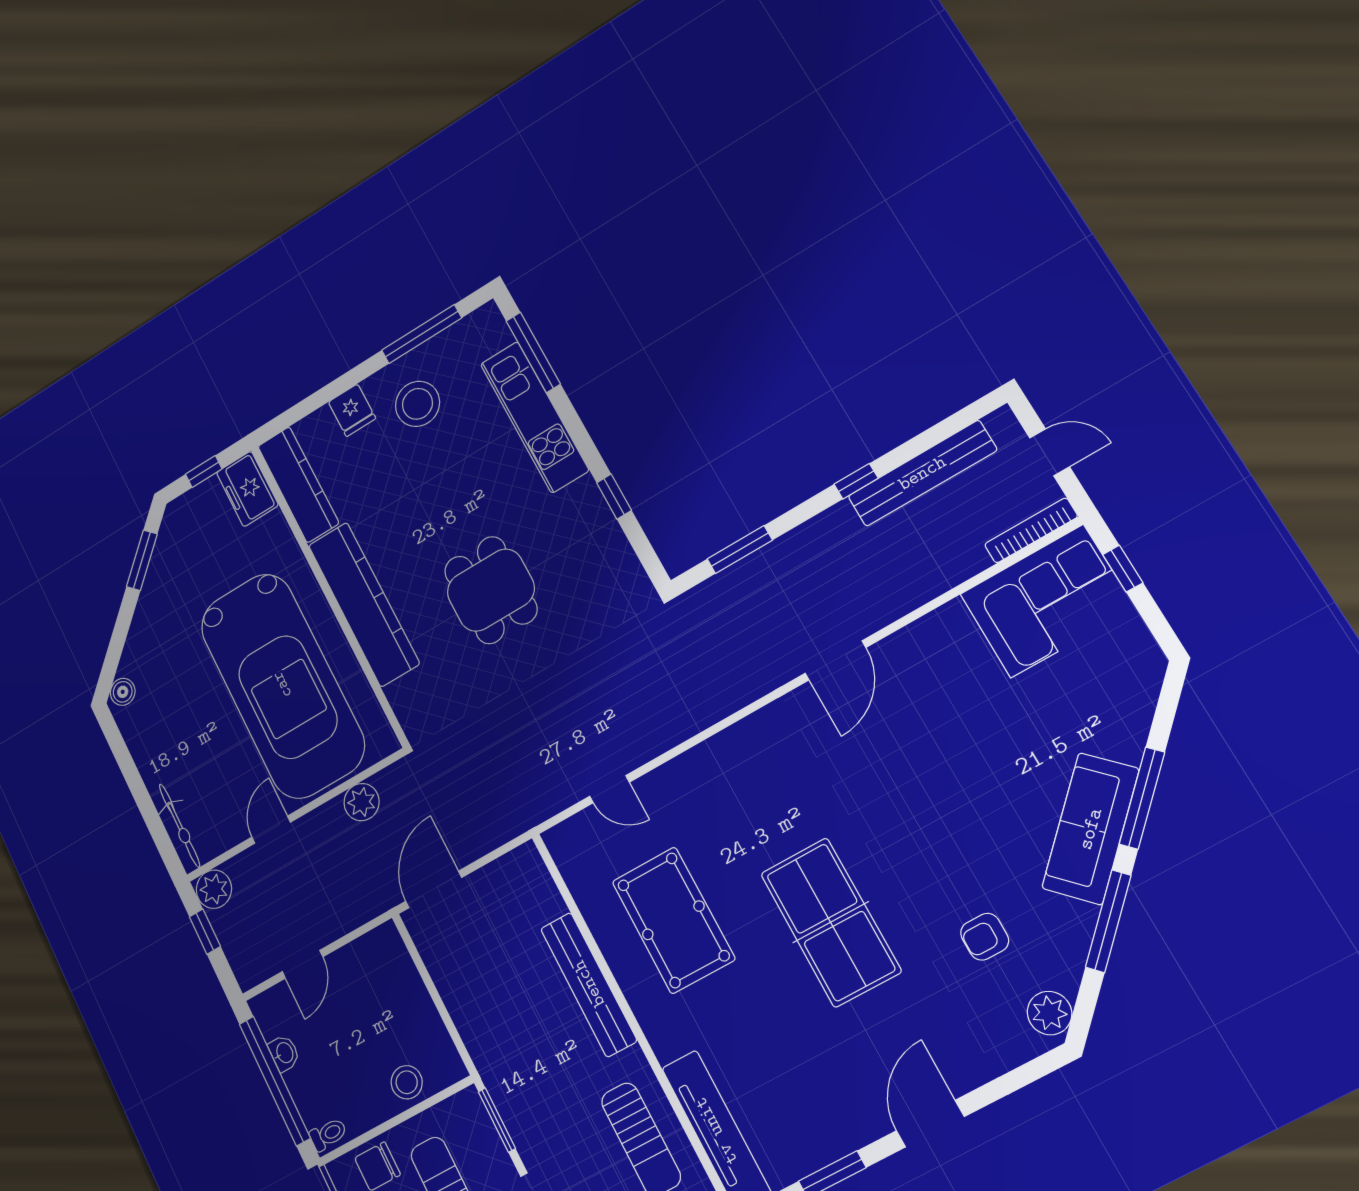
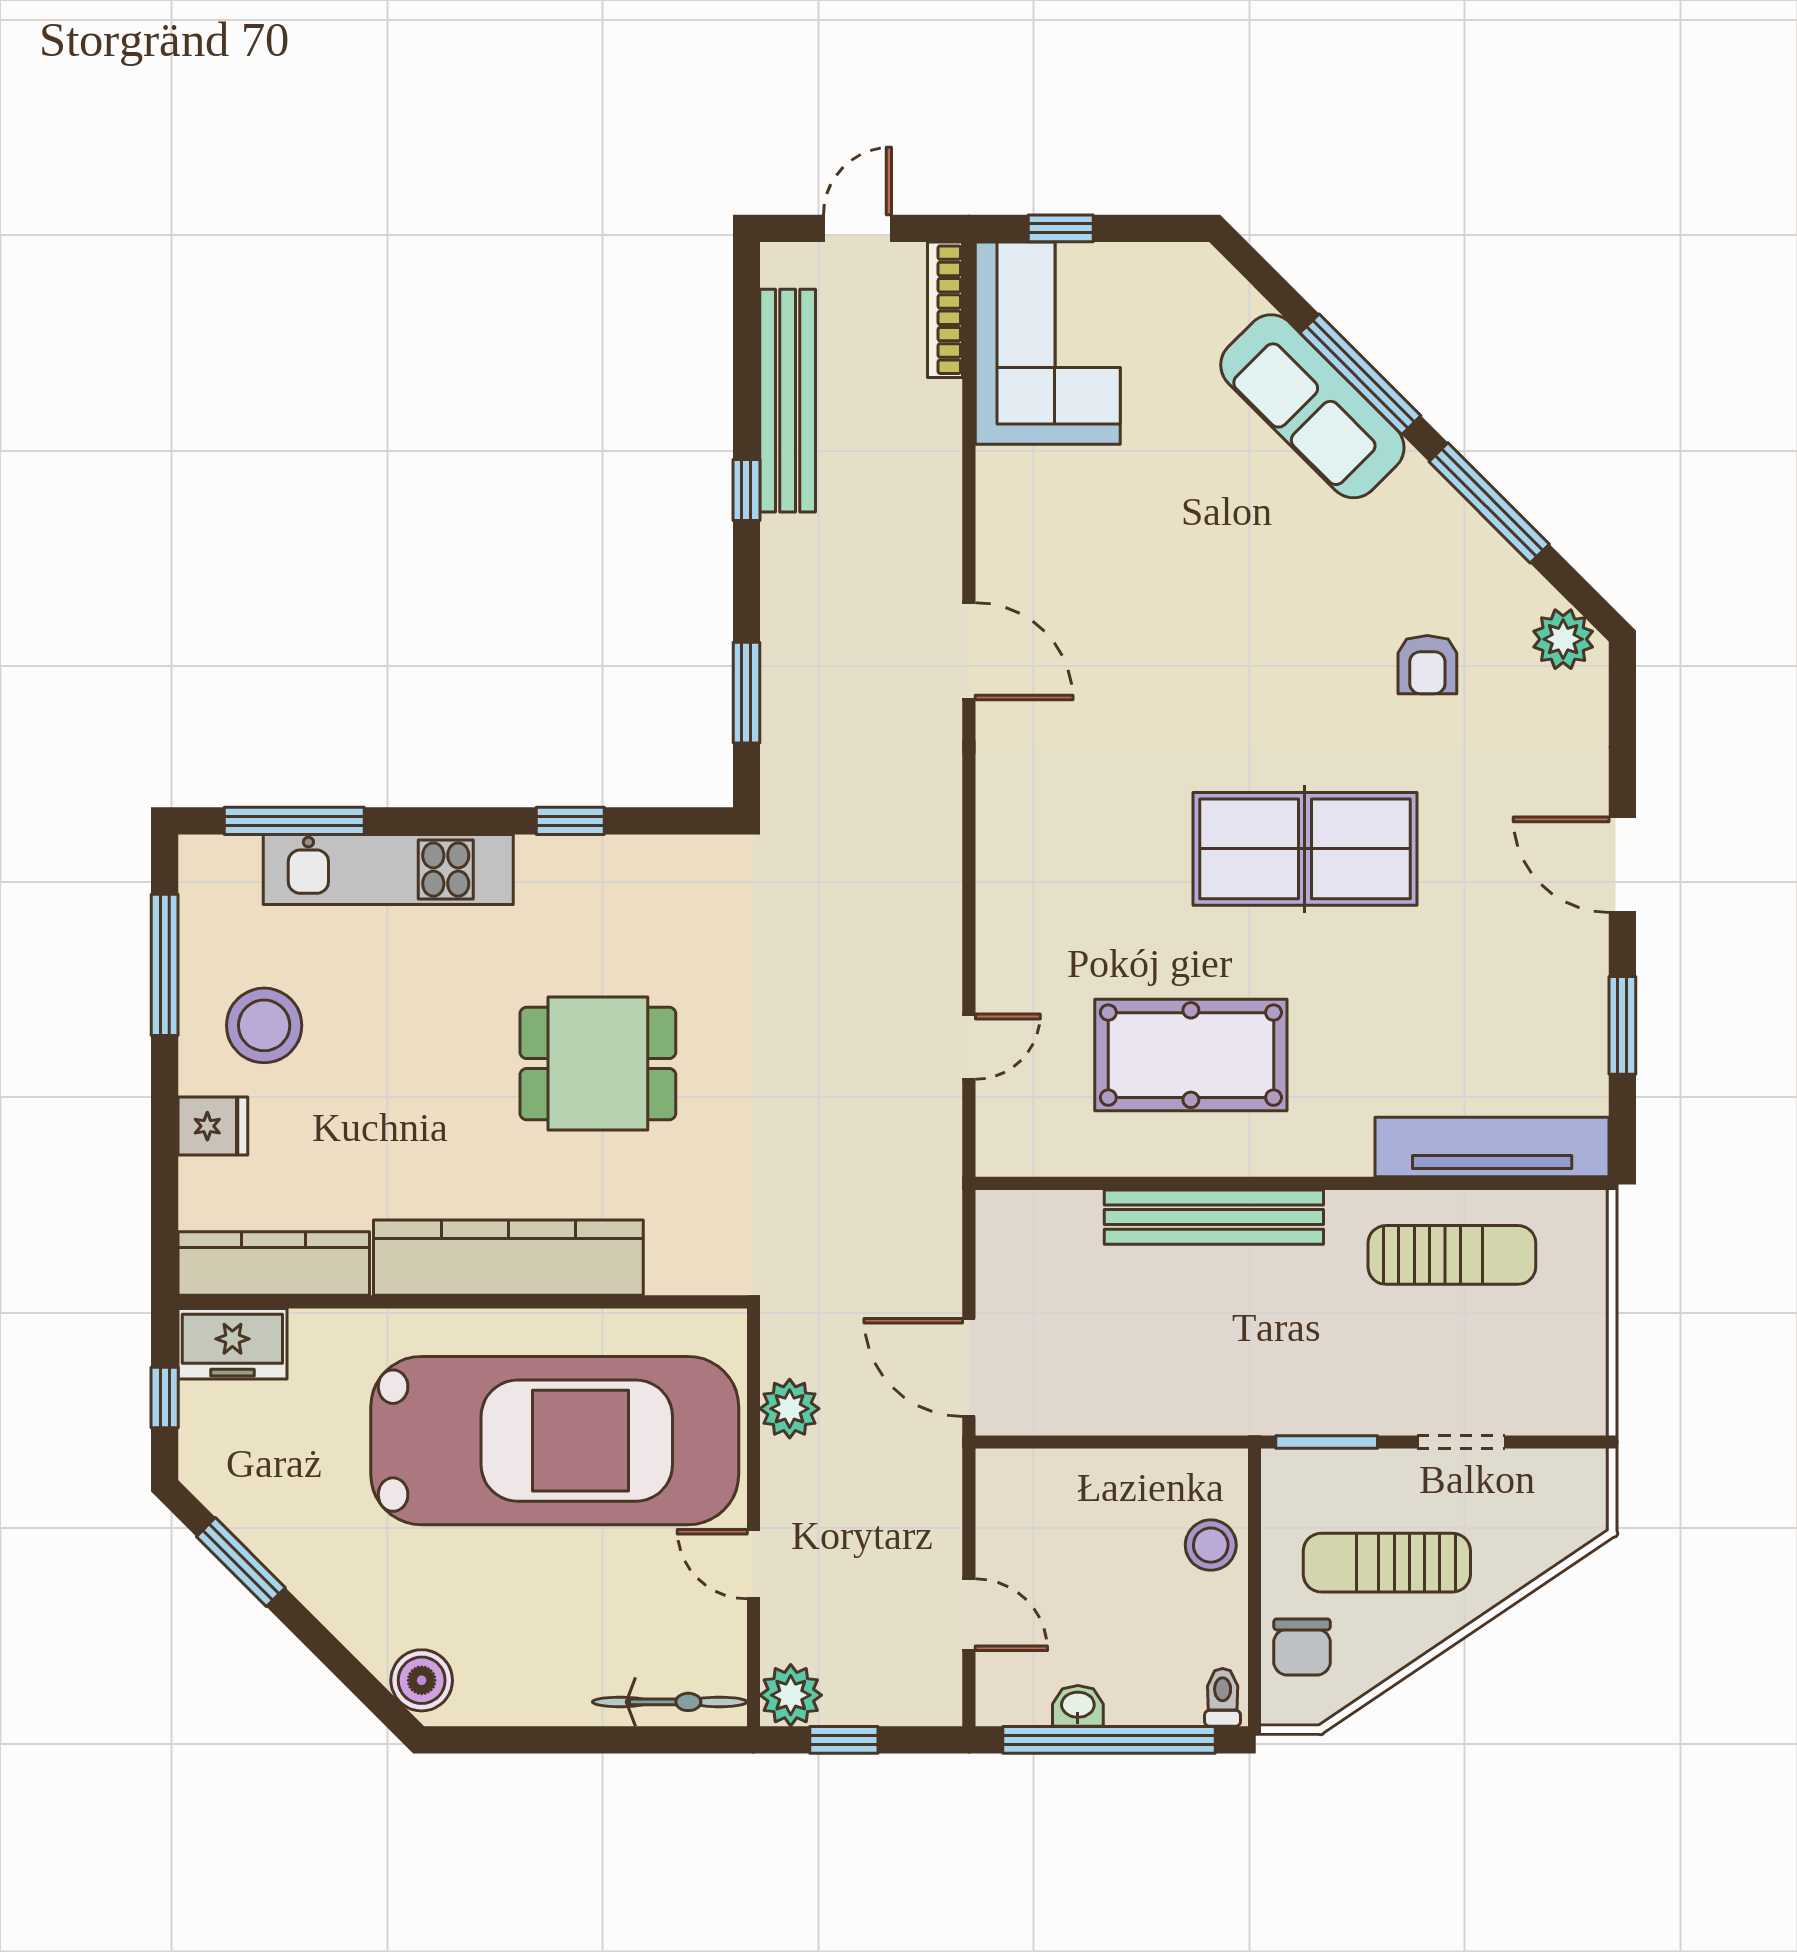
boiler: (123, 692) -> (422, 1680), width x1.36, depth x1.36
sofa: (1090, 829) -> (1312, 406), moved

